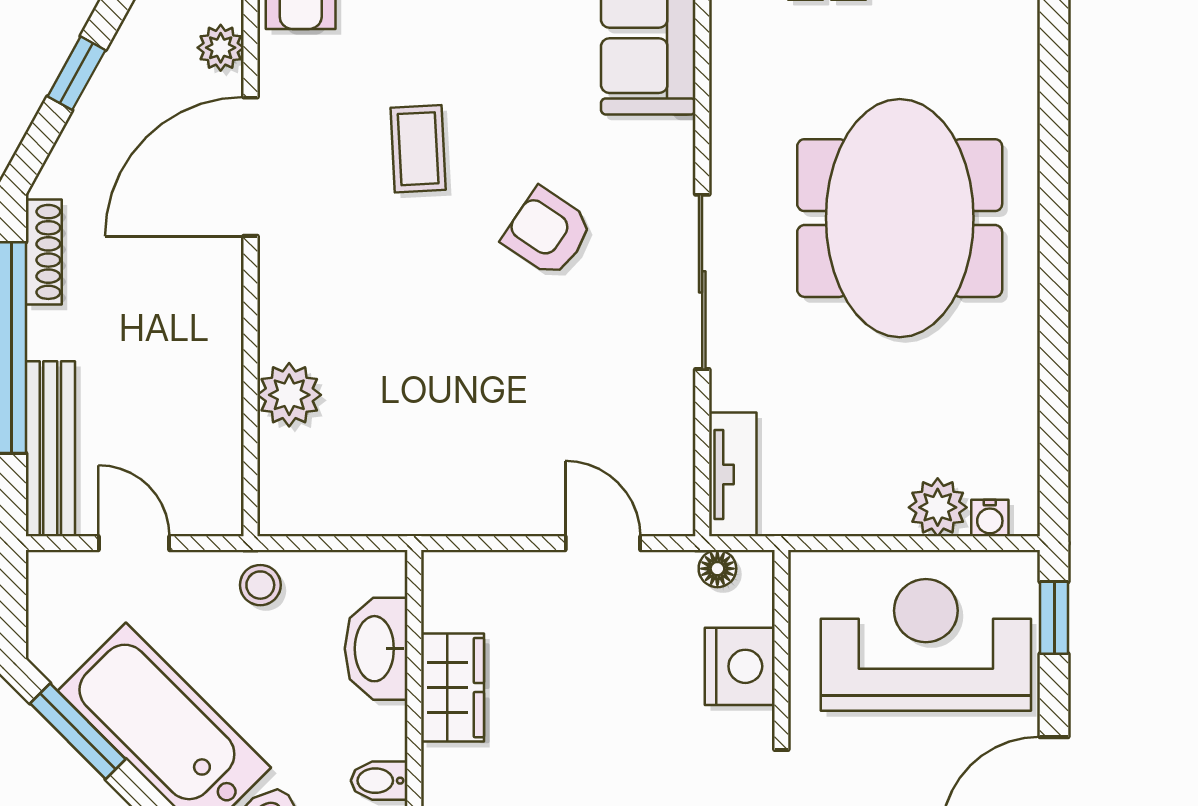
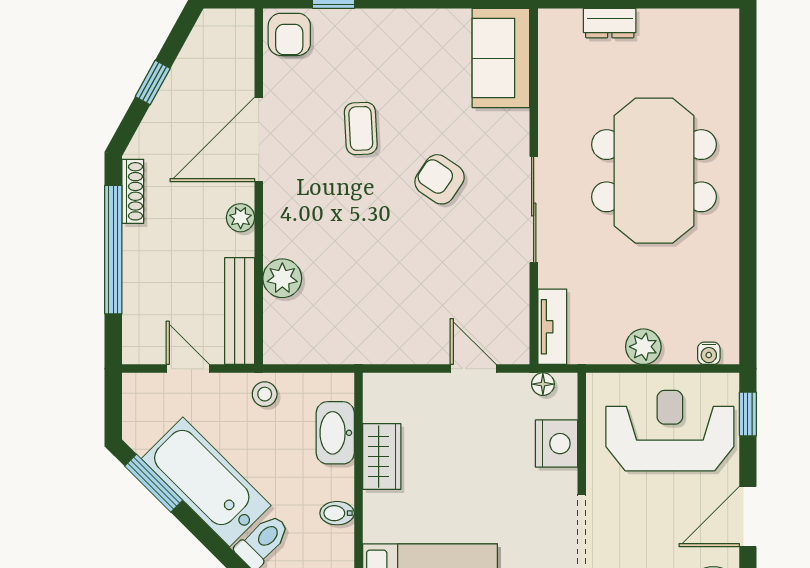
plant: (221, 48) -> (241, 218), moved
bench: (50, 449) -> (240, 311), moved
plant: (938, 507) -> (643, 347), moved

